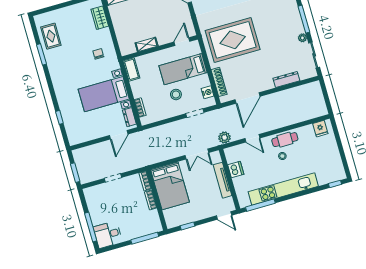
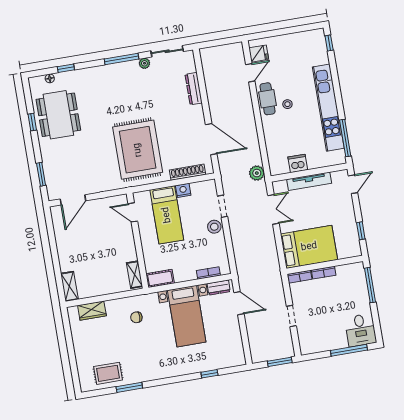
shelving: (147, 44) -> (135, 275), moved
nightstand: (208, 92) -> (183, 190), moved
stool: (176, 94) -> (214, 227), moved
door: (252, 138) -> (250, 73), moved

